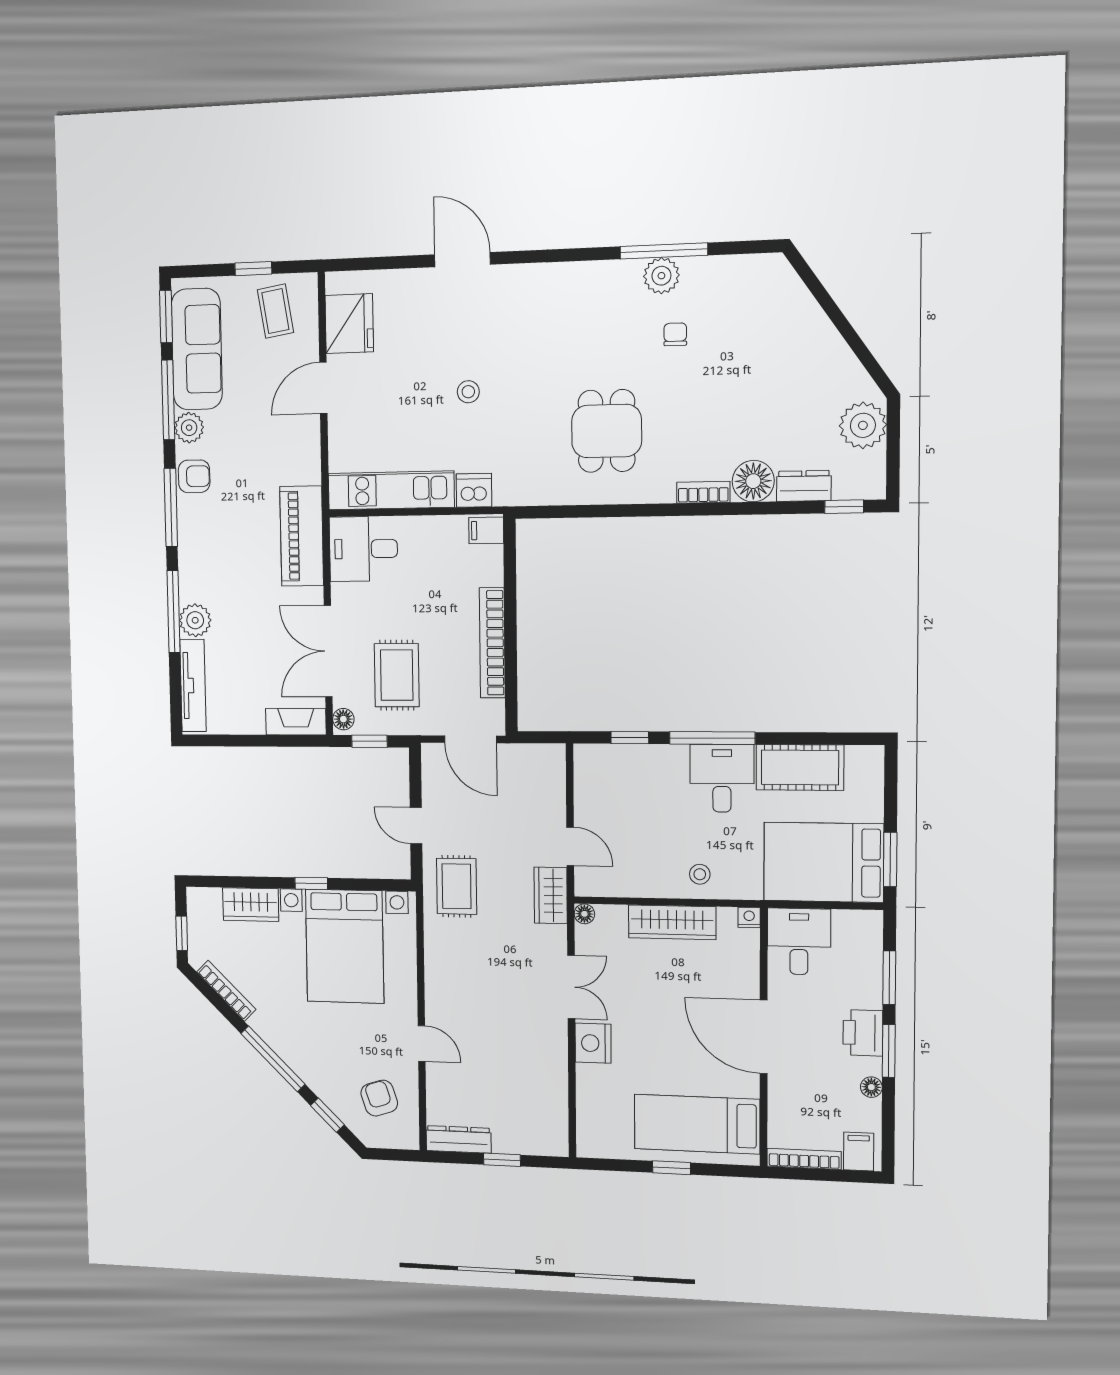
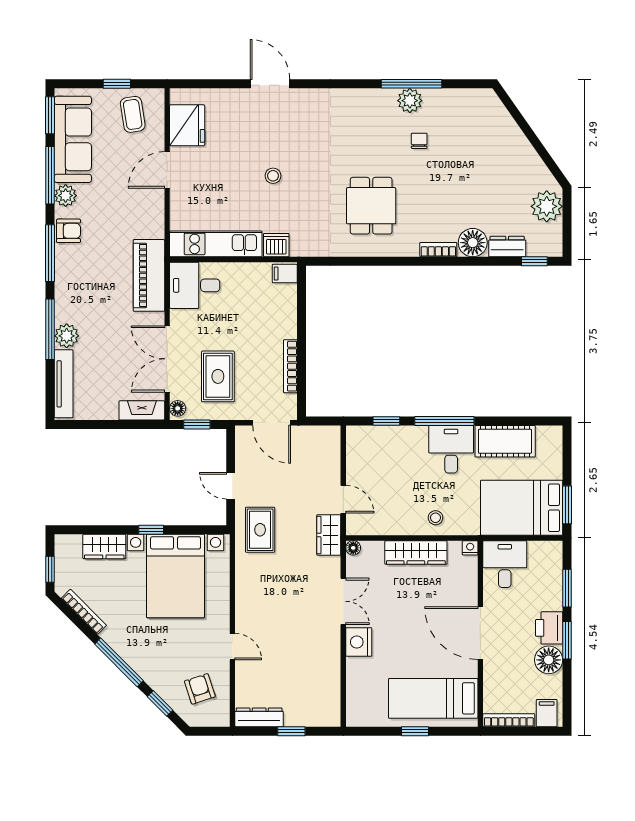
bookcase: (492, 643) -> (290, 366), width x0.68, depth x0.76
floor lamp: (871, 1087) -> (549, 660), width x1.89, depth x1.89

